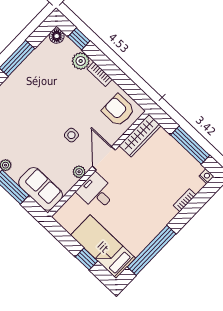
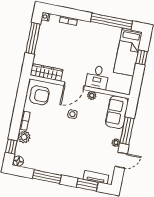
armchair: (118, 110) -> (39, 95), turned -90

